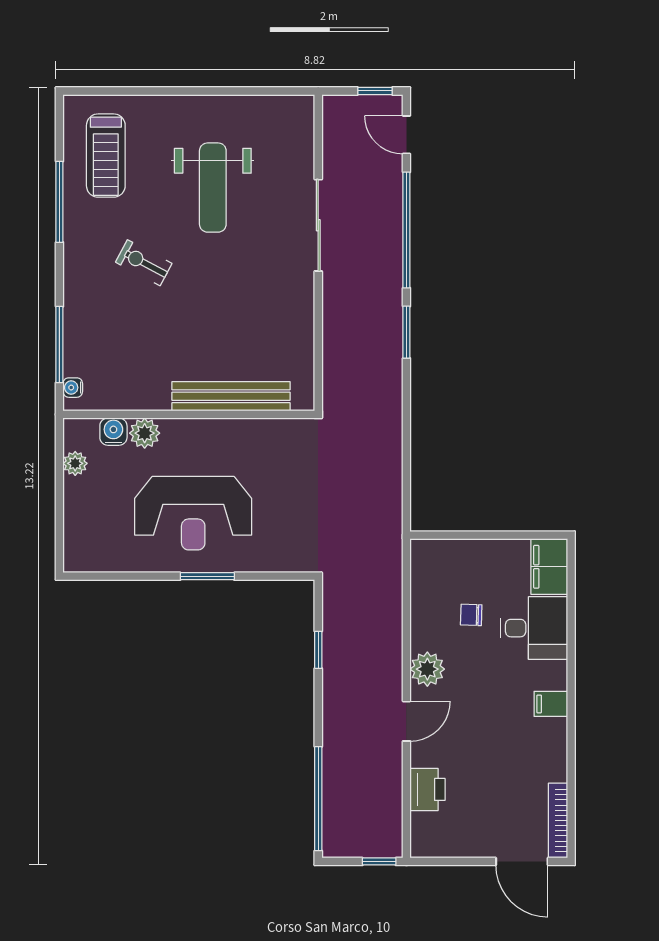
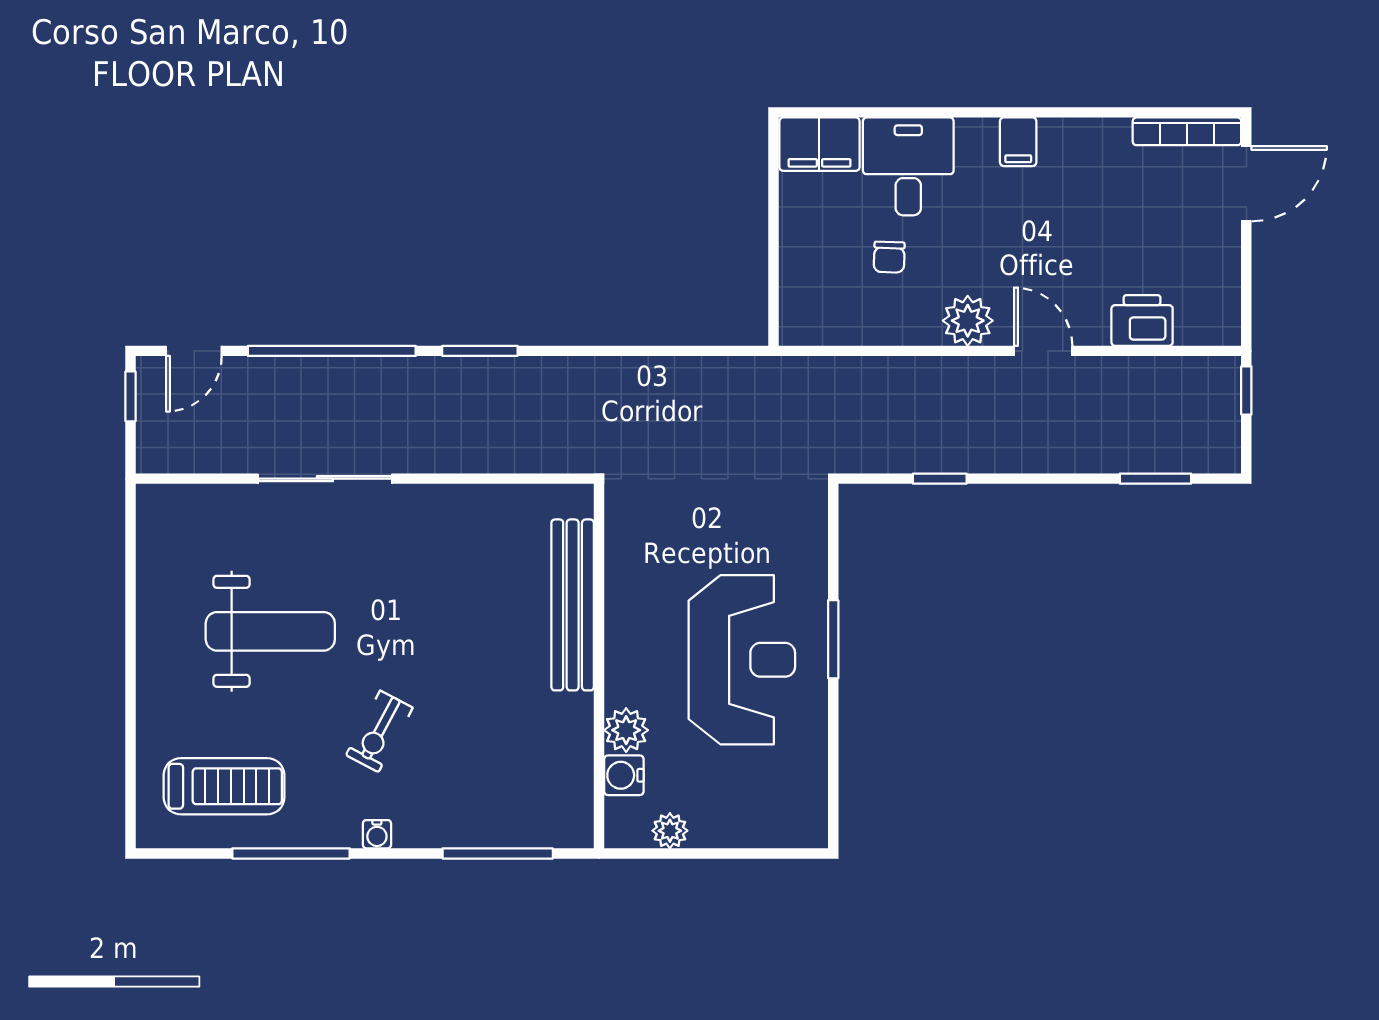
water cooler: (73, 388) -> (377, 834), moved
window: (318, 799) -> (1155, 479), width x0.47

